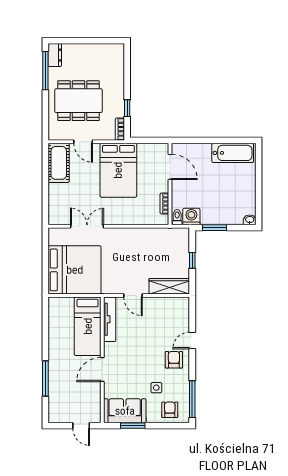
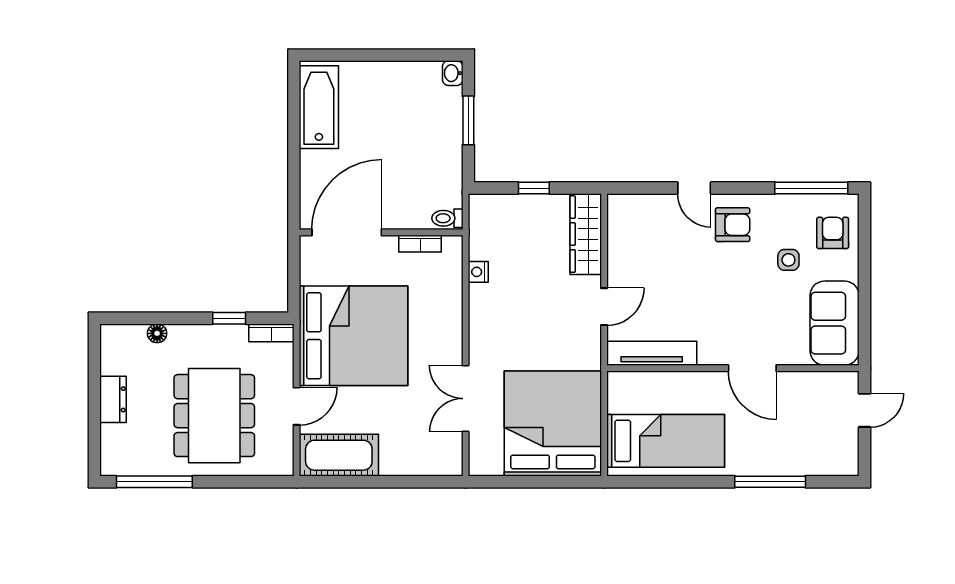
dresser: (55, 55) -> (113, 399), moved, turned 90
floor lamp: (120, 72) -> (157, 333), added
door: (170, 167) -> (347, 232), width x1.36
bed: (118, 170) -> (353, 336), width x1.36
washing machine: (191, 216) -> (446, 190), removed
window: (215, 228) -> (468, 120), moved
nightstand: (150, 233) -> (478, 272), added
bed: (88, 326) -> (666, 441), moved
armchair: (174, 360) -> (733, 225), turned 180
armchair: (170, 410) -> (833, 233), turned 90
window: (133, 426) -> (865, 307), removed

